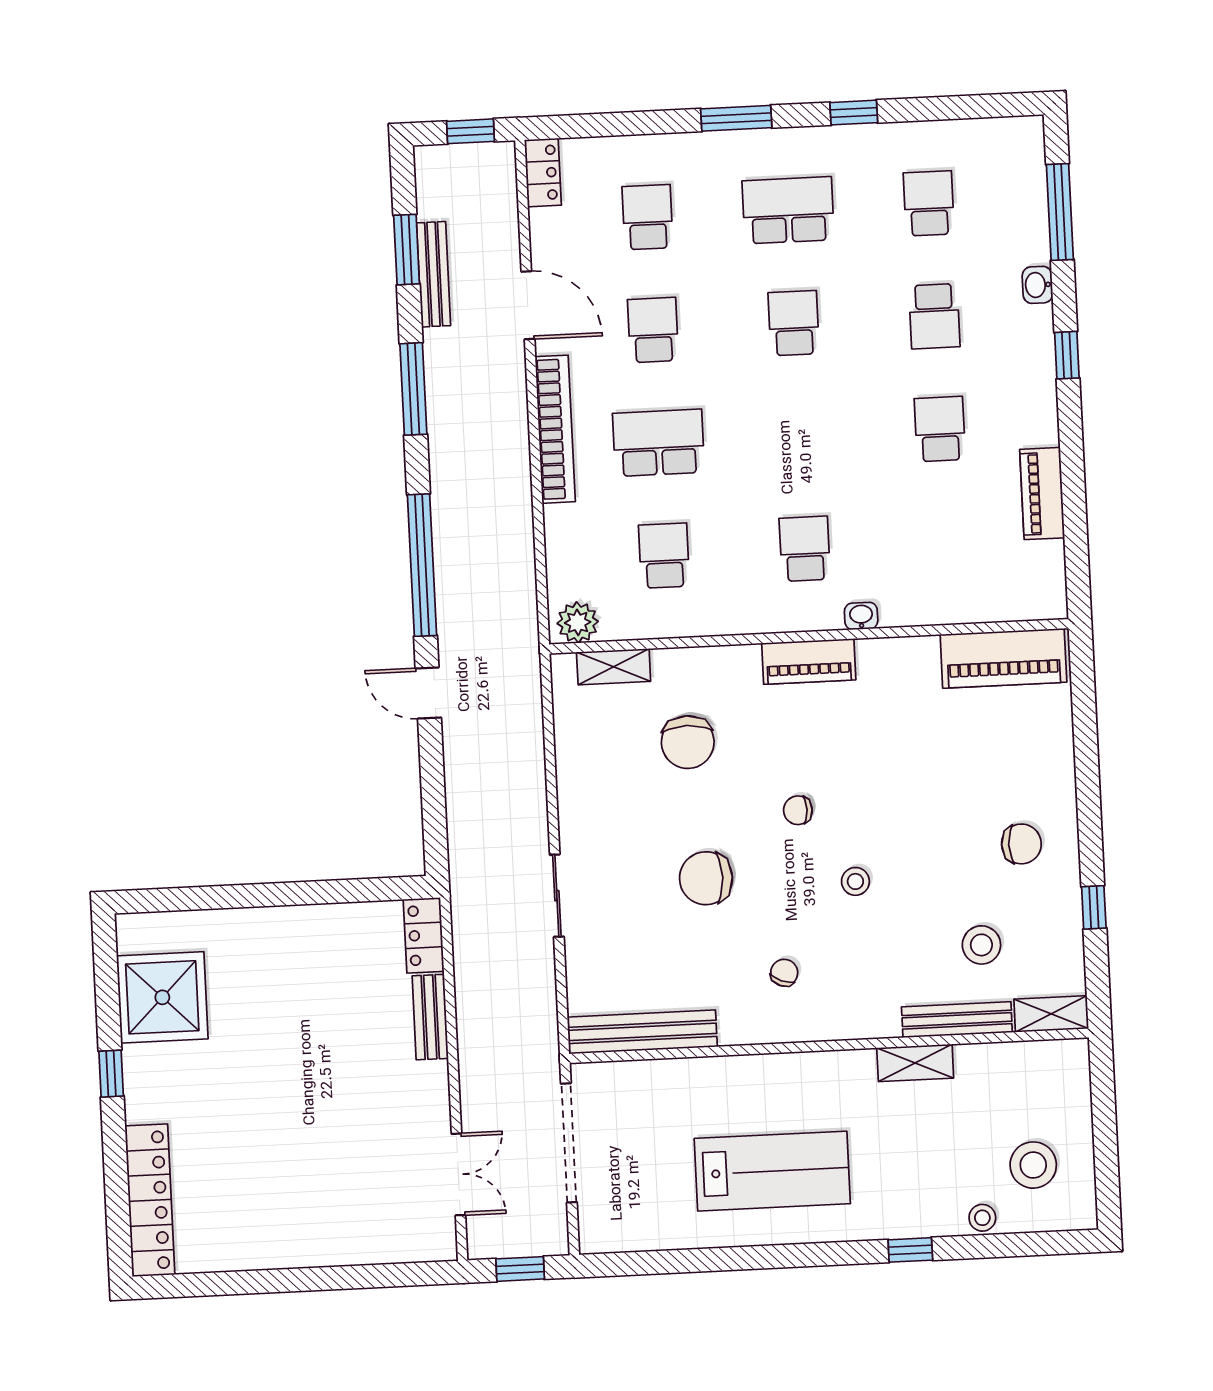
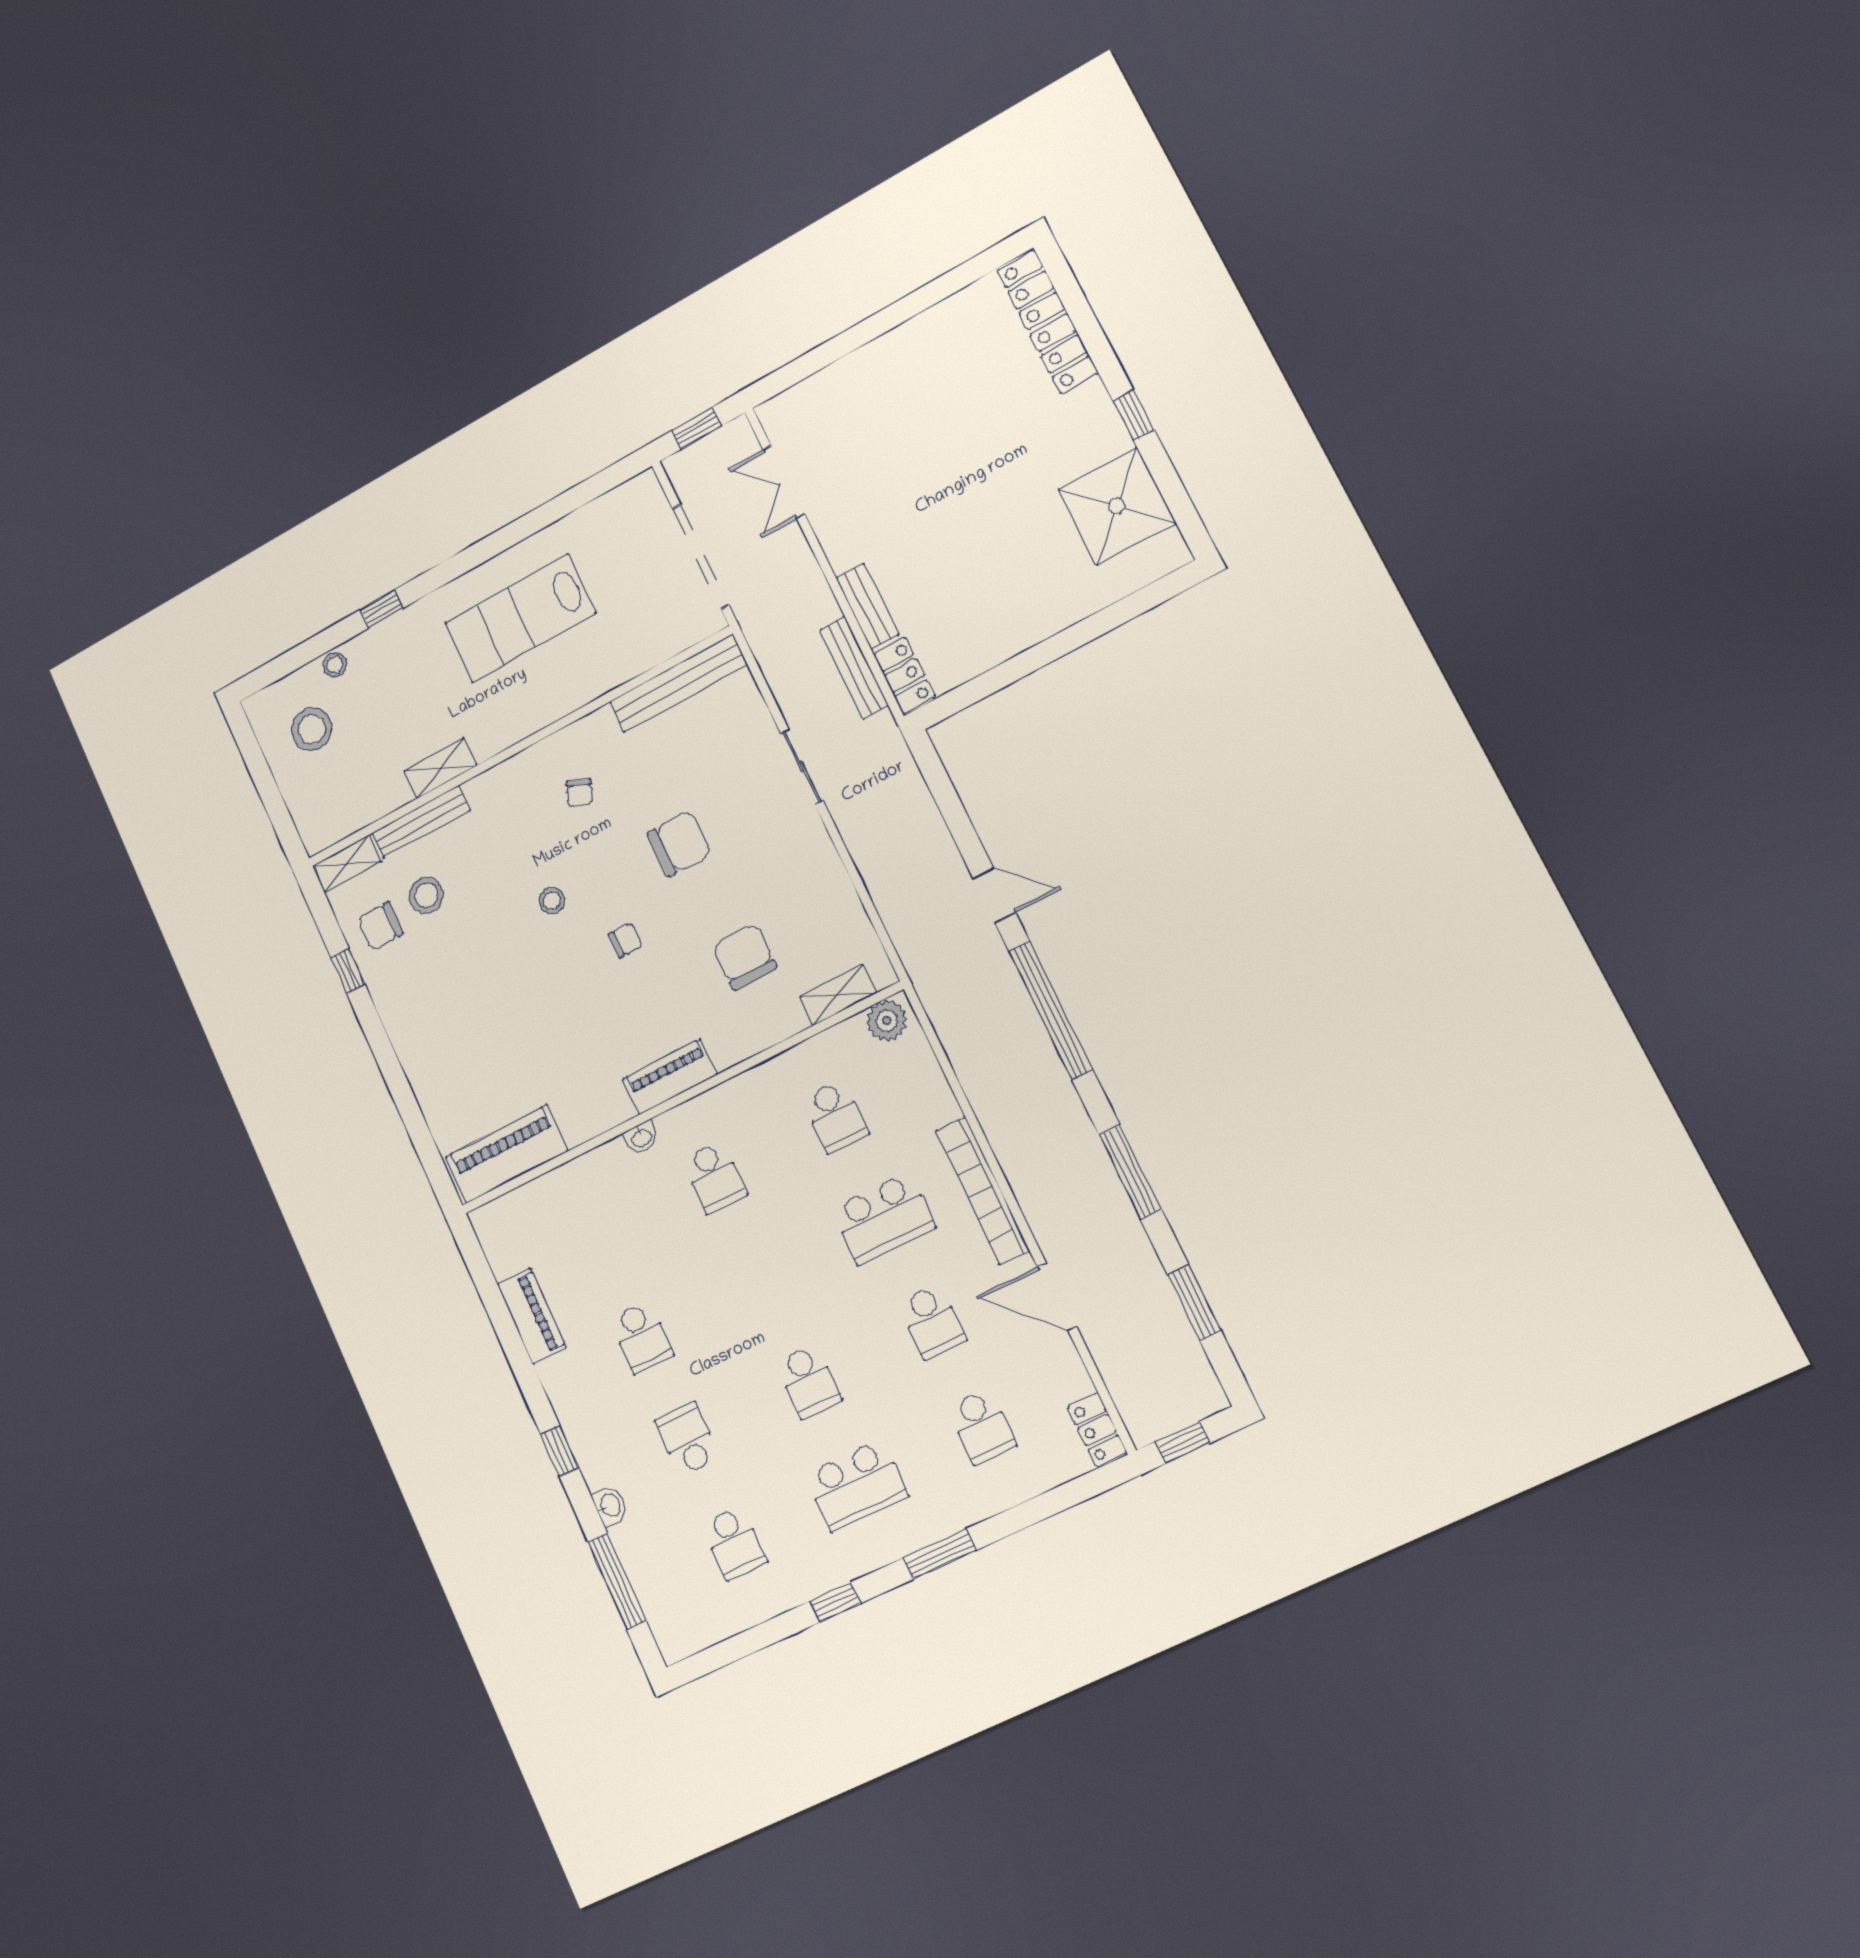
bench: (434, 274) -> (854, 668), moved
chair: (1021, 844) -> (381, 926), moved

